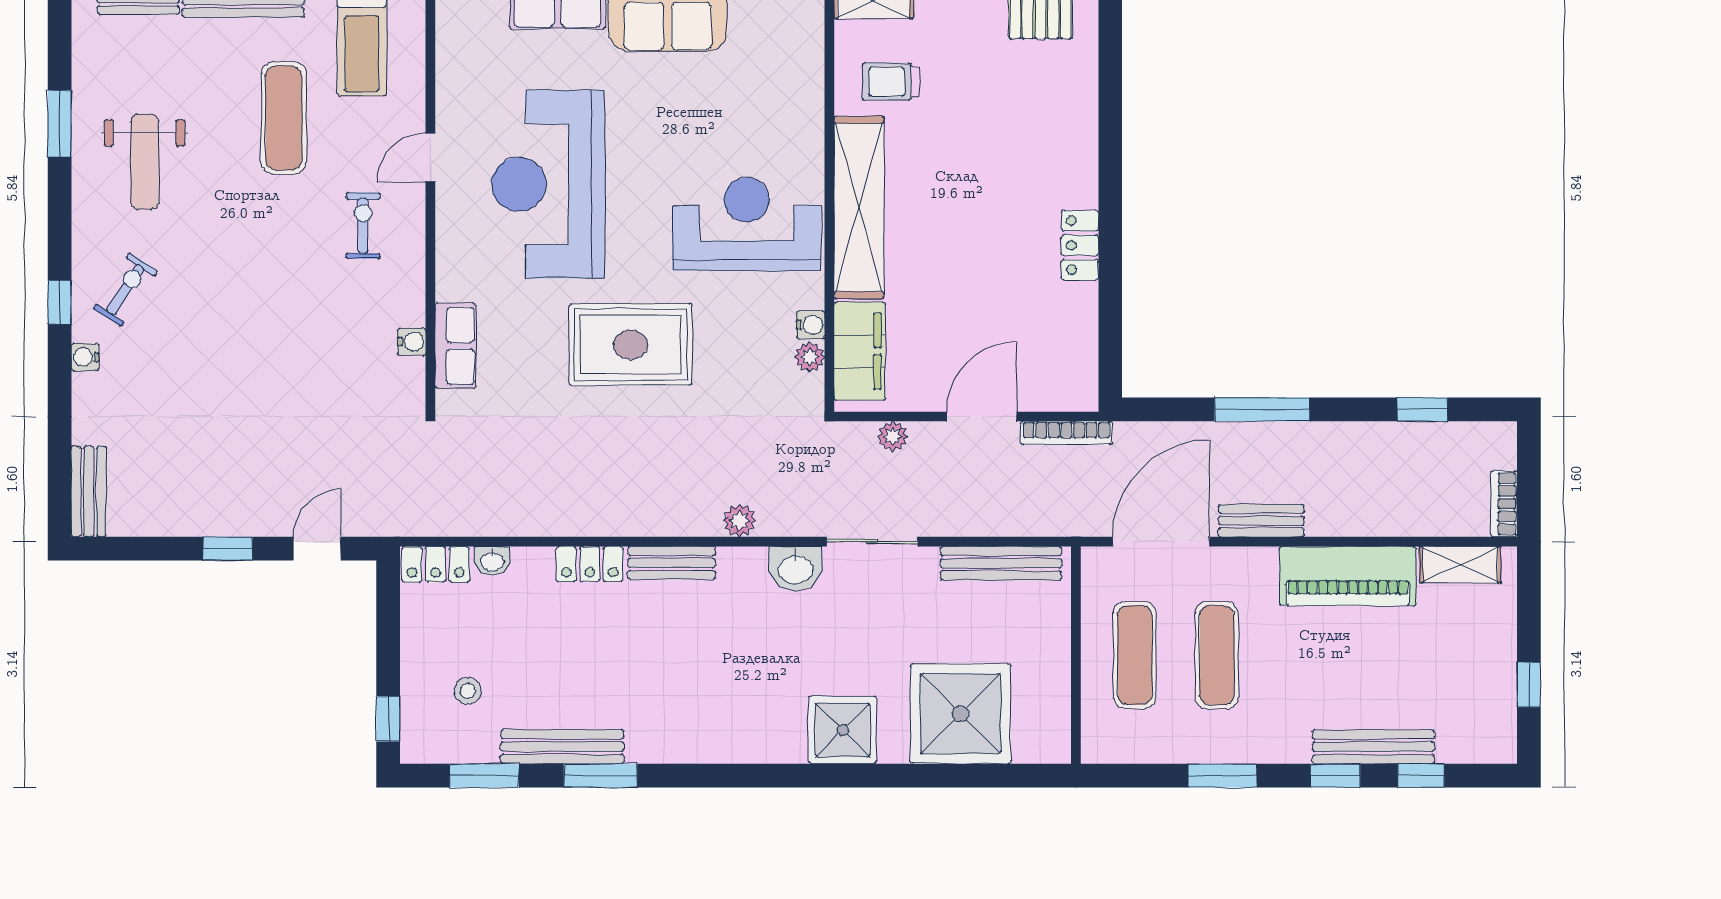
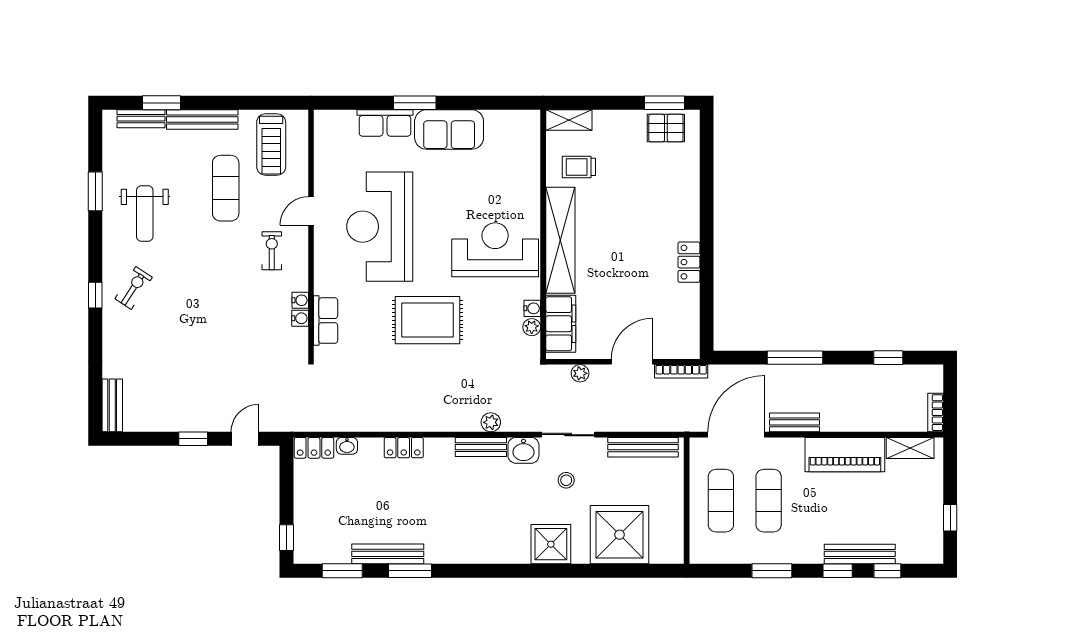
water cooler: (85, 357) -> (300, 300), moved, turned 180
bench: (672, 563) -> (481, 447), moved
stool: (468, 691) -> (566, 480), moved

